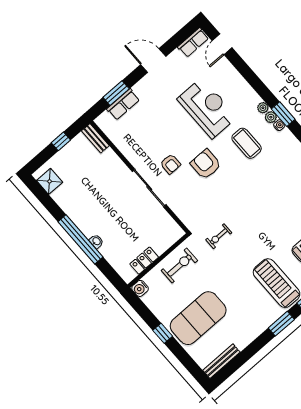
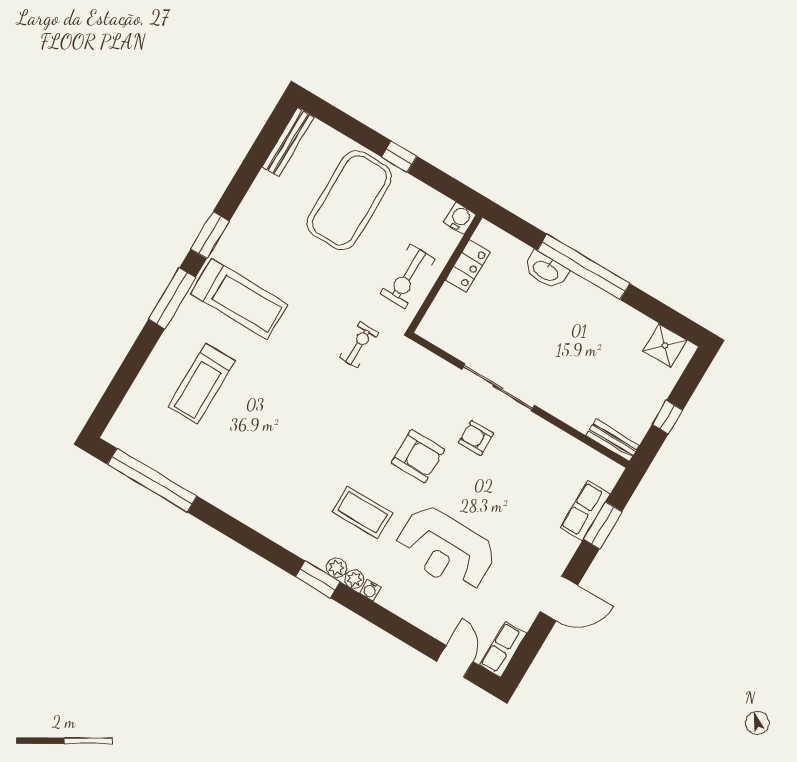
water cooler: (279, 125) -> (370, 590), moved
washbasin: (96, 241) -> (546, 270), width x1.91, depth x1.45

